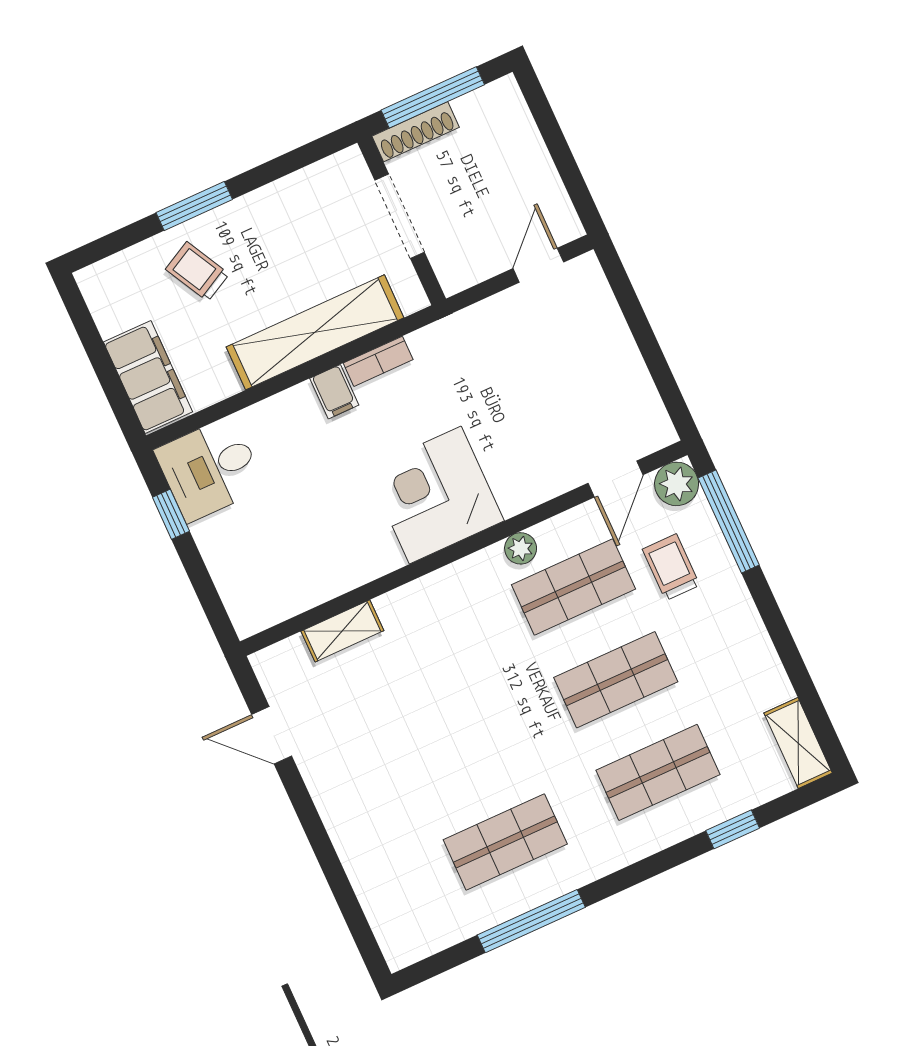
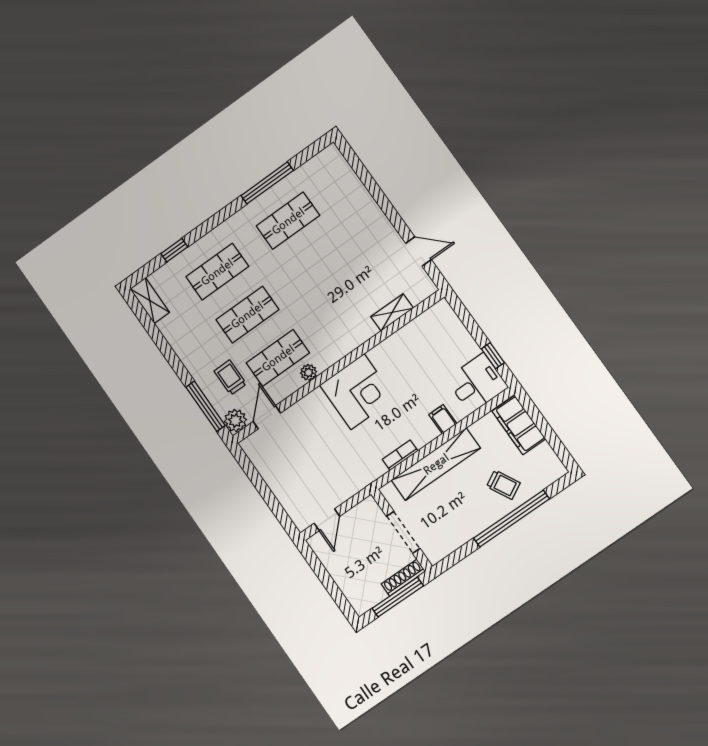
window: (194, 206) -> (511, 519), width x2.11
filing cabinet: (334, 392) -> (443, 419), moved
trolley: (671, 567) -> (230, 377), turned 180

